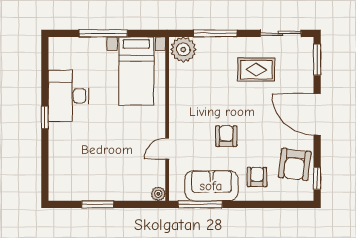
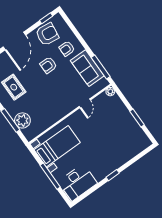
plant: (183, 49) -> (22, 120), moved
desk: (69, 96) -> (78, 182), moved
armchair: (226, 136) -> (48, 65), moved
door: (167, 149) -> (85, 103), hinge flipped

